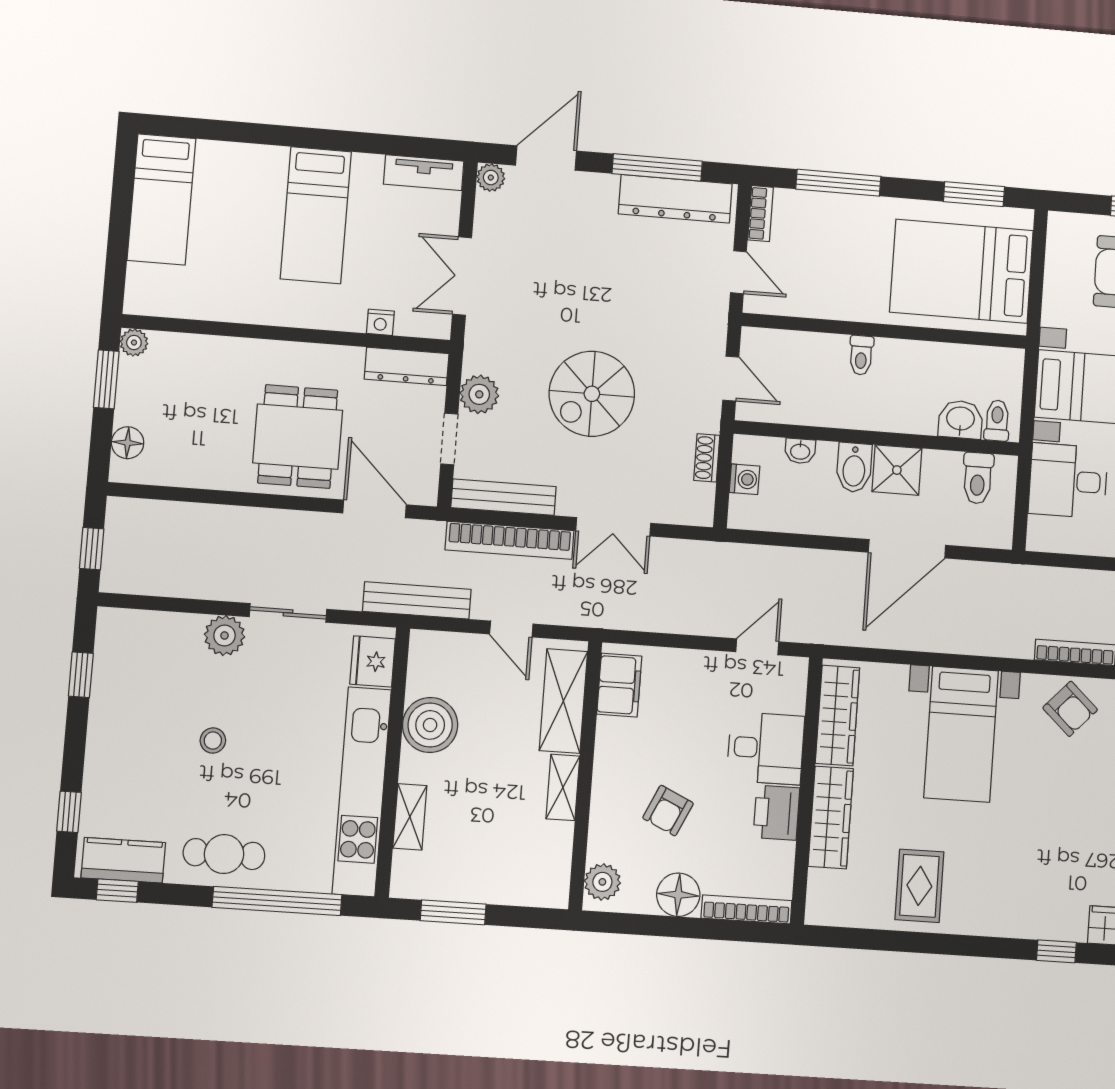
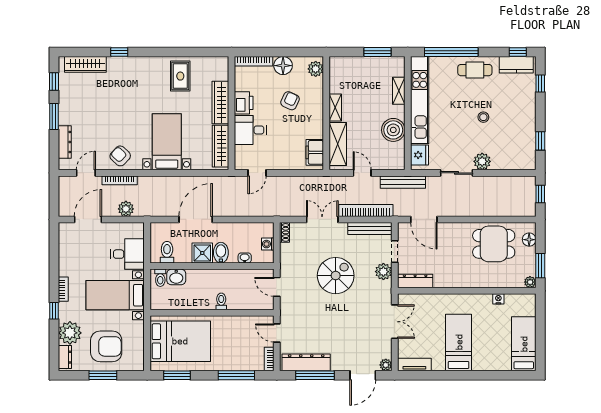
nightstand: (380, 322) -> (498, 299), moved
dining table: (298, 437) -> (494, 244), moved, turned 90
shoe rack: (707, 458) -> (285, 232), moved
plant: (1065, 585) -> (126, 209), added

